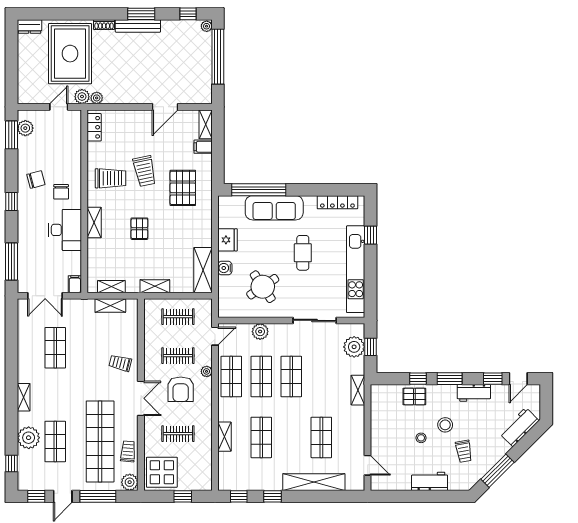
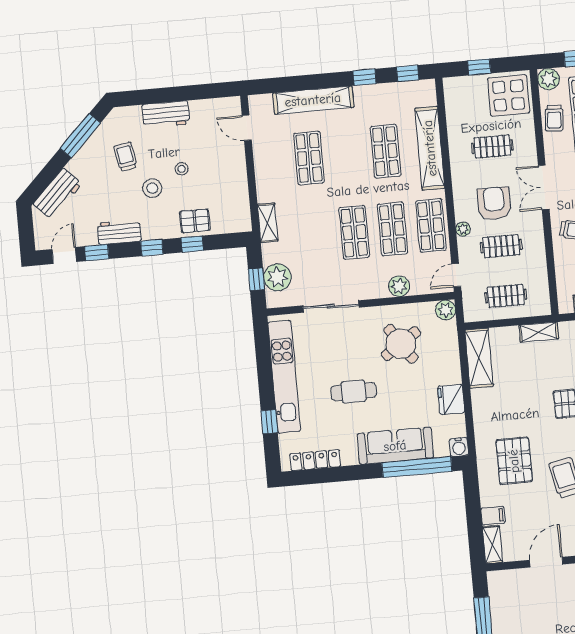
cafe table: (303, 253) -> (354, 392), turned 90
water cooler: (225, 268) -> (459, 447), moved, turned 90
plant: (226, 310) -> (446, 310), added
window: (450, 379) -> (152, 248), width x0.67
shelving: (224, 437) -> (430, 148), width x2.20, depth x1.33

